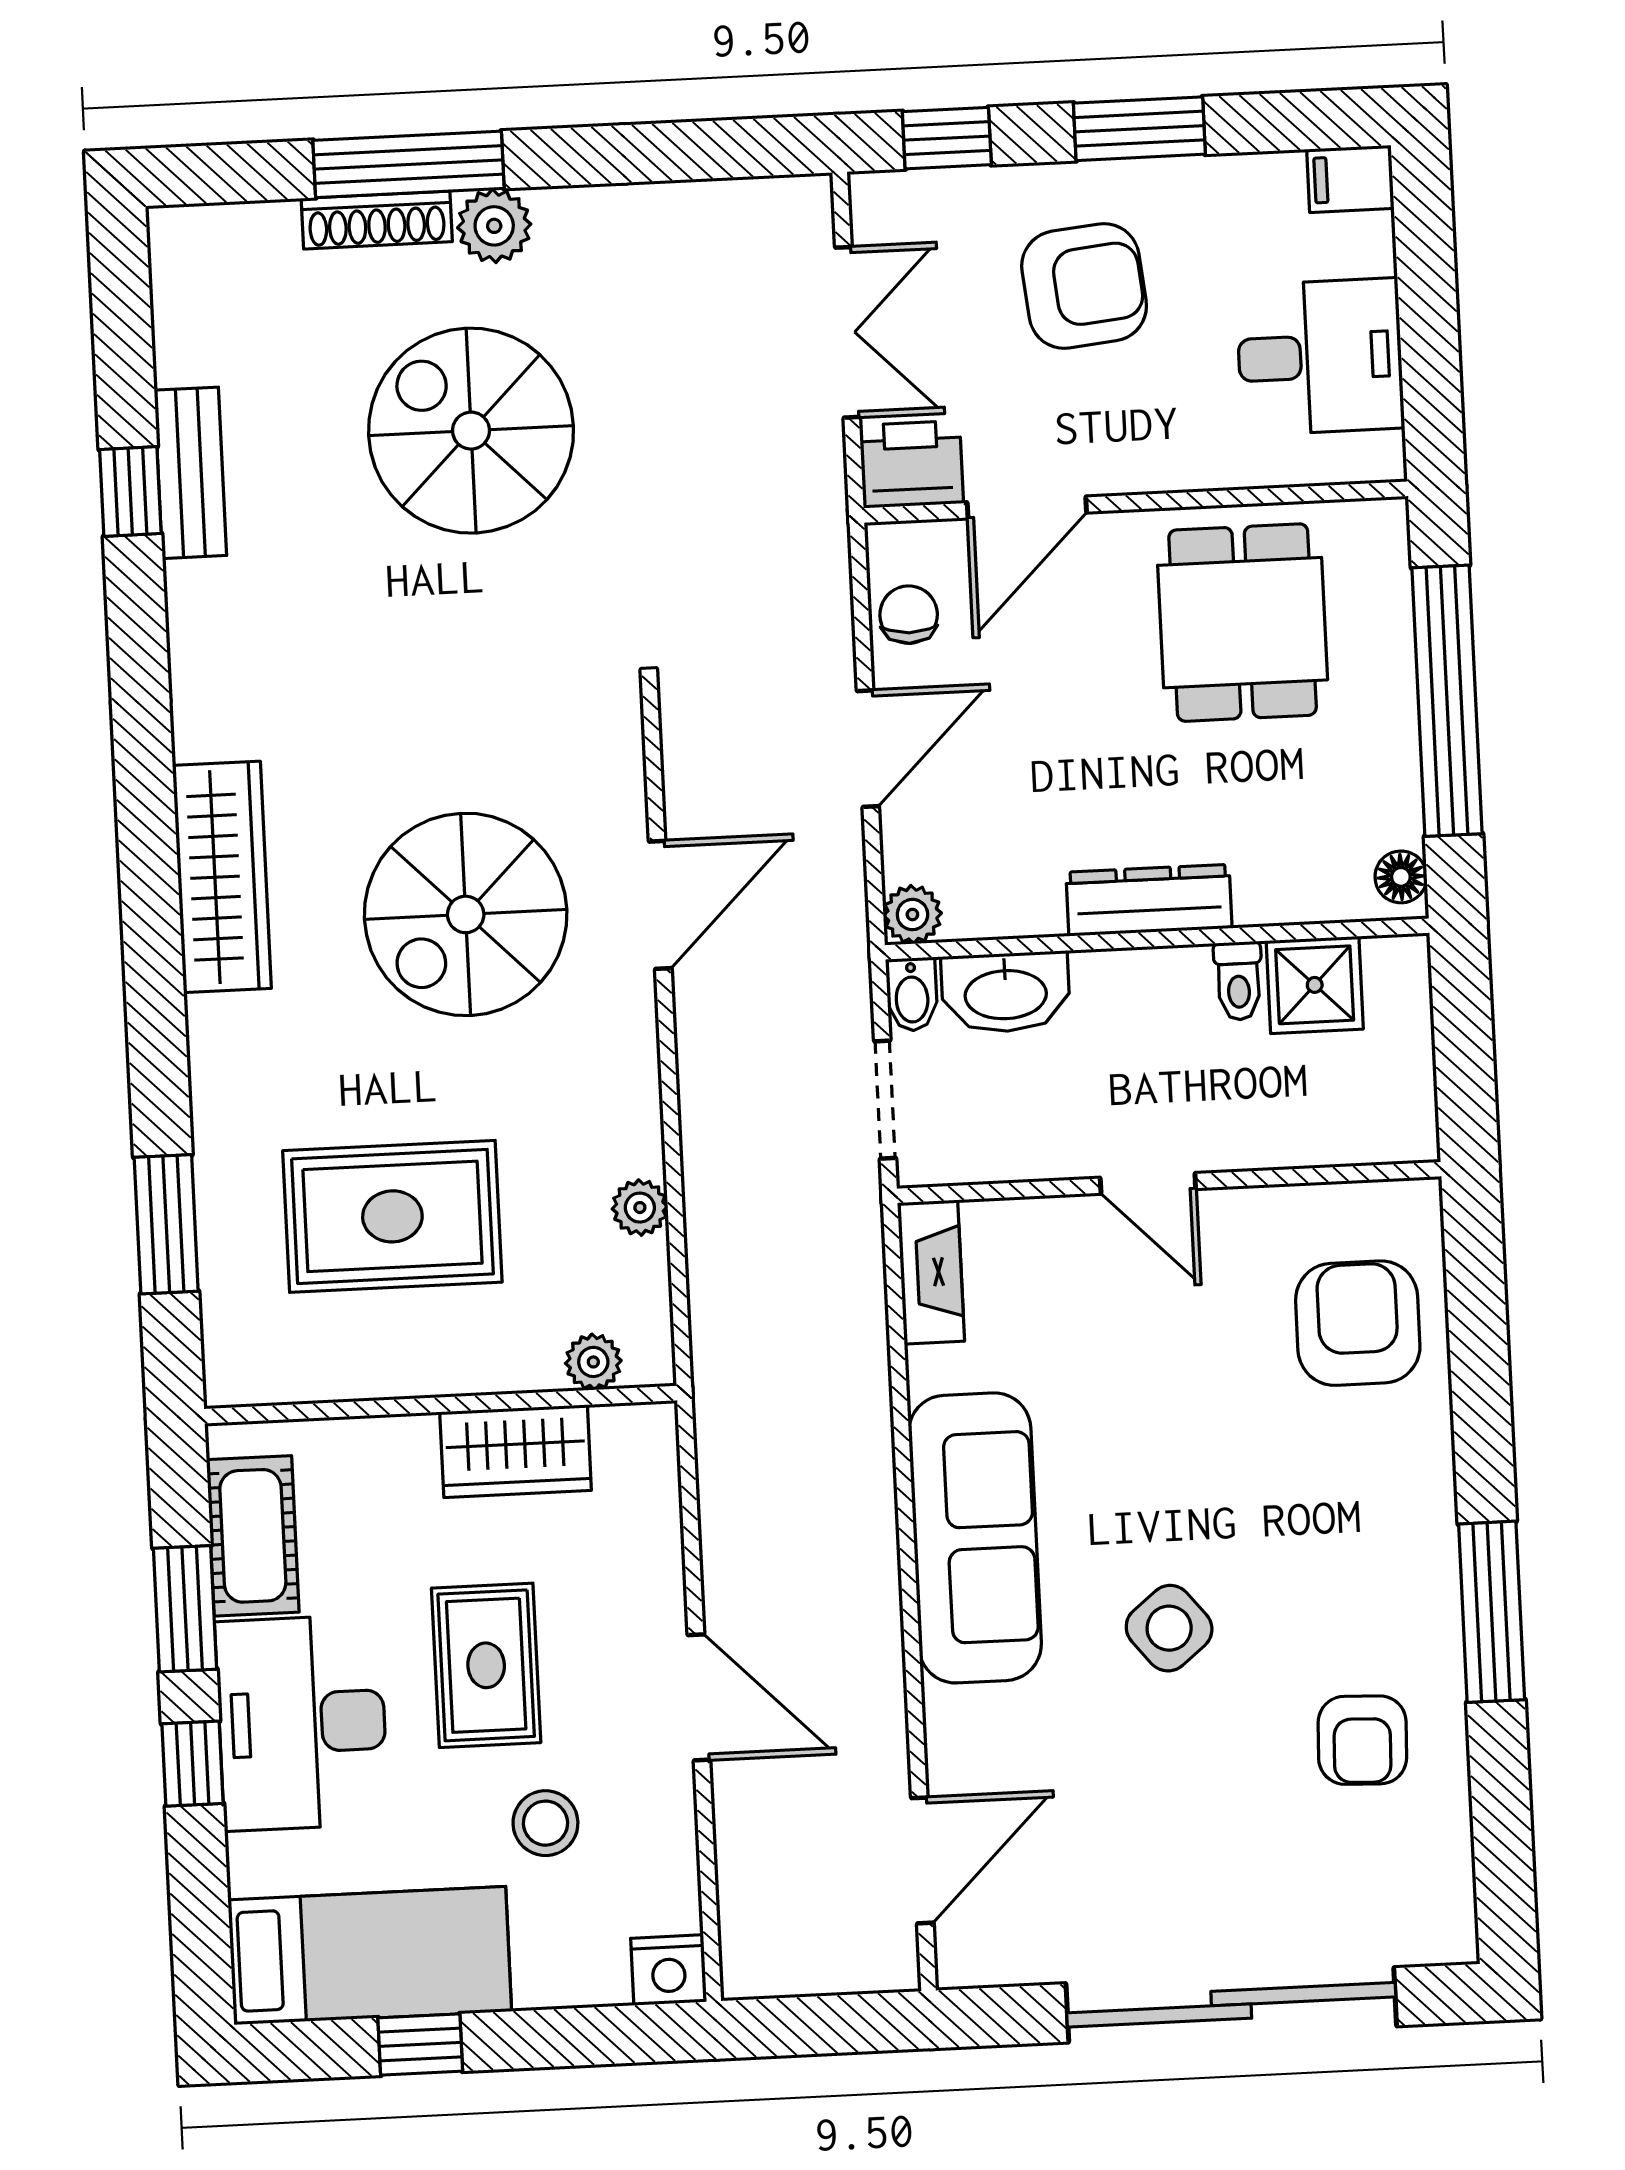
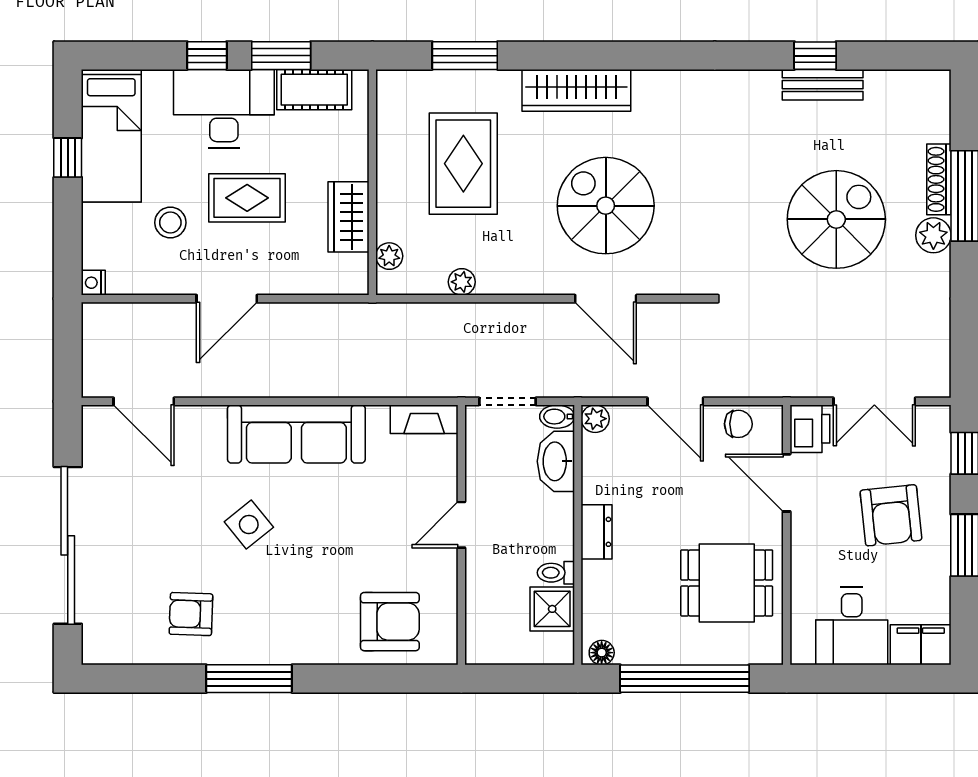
filing cabinet: (1350, 179) -> (921, 645), width x2.00
wardrobe: (222, 877) -> (576, 90), moved
dresser: (1149, 900) -> (597, 532), width x0.70
nightstand: (669, 1970) -> (93, 283), width x0.72, depth x0.74

